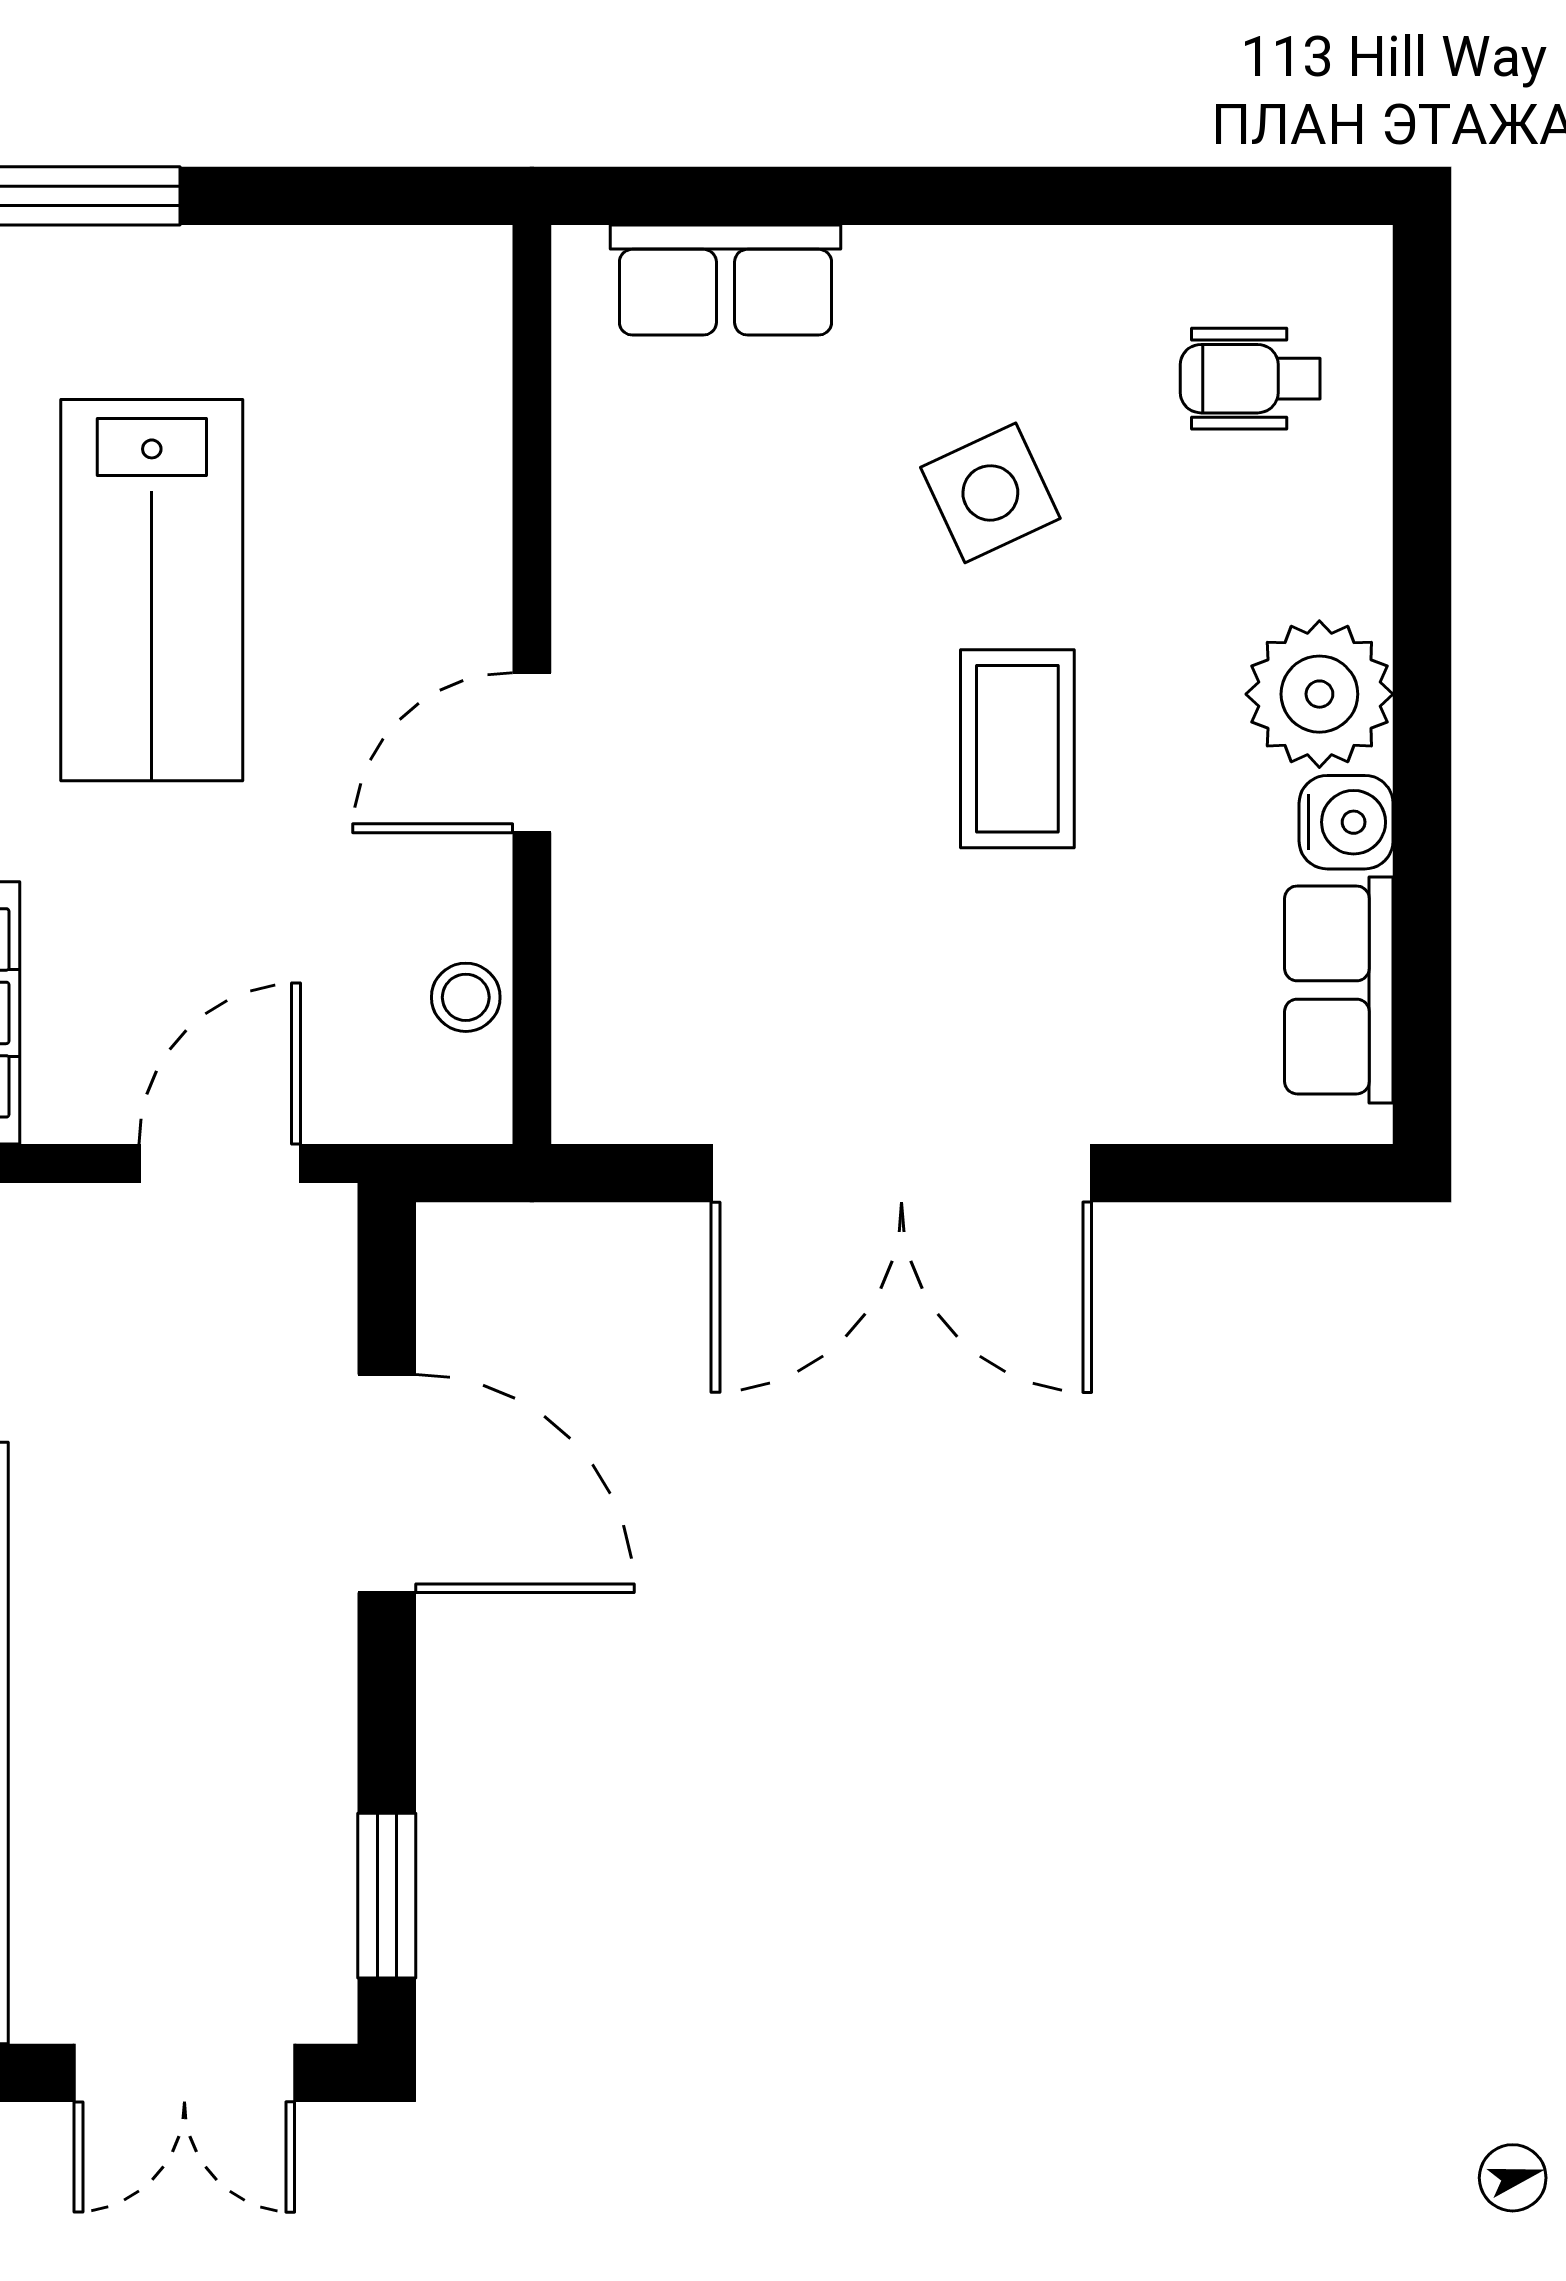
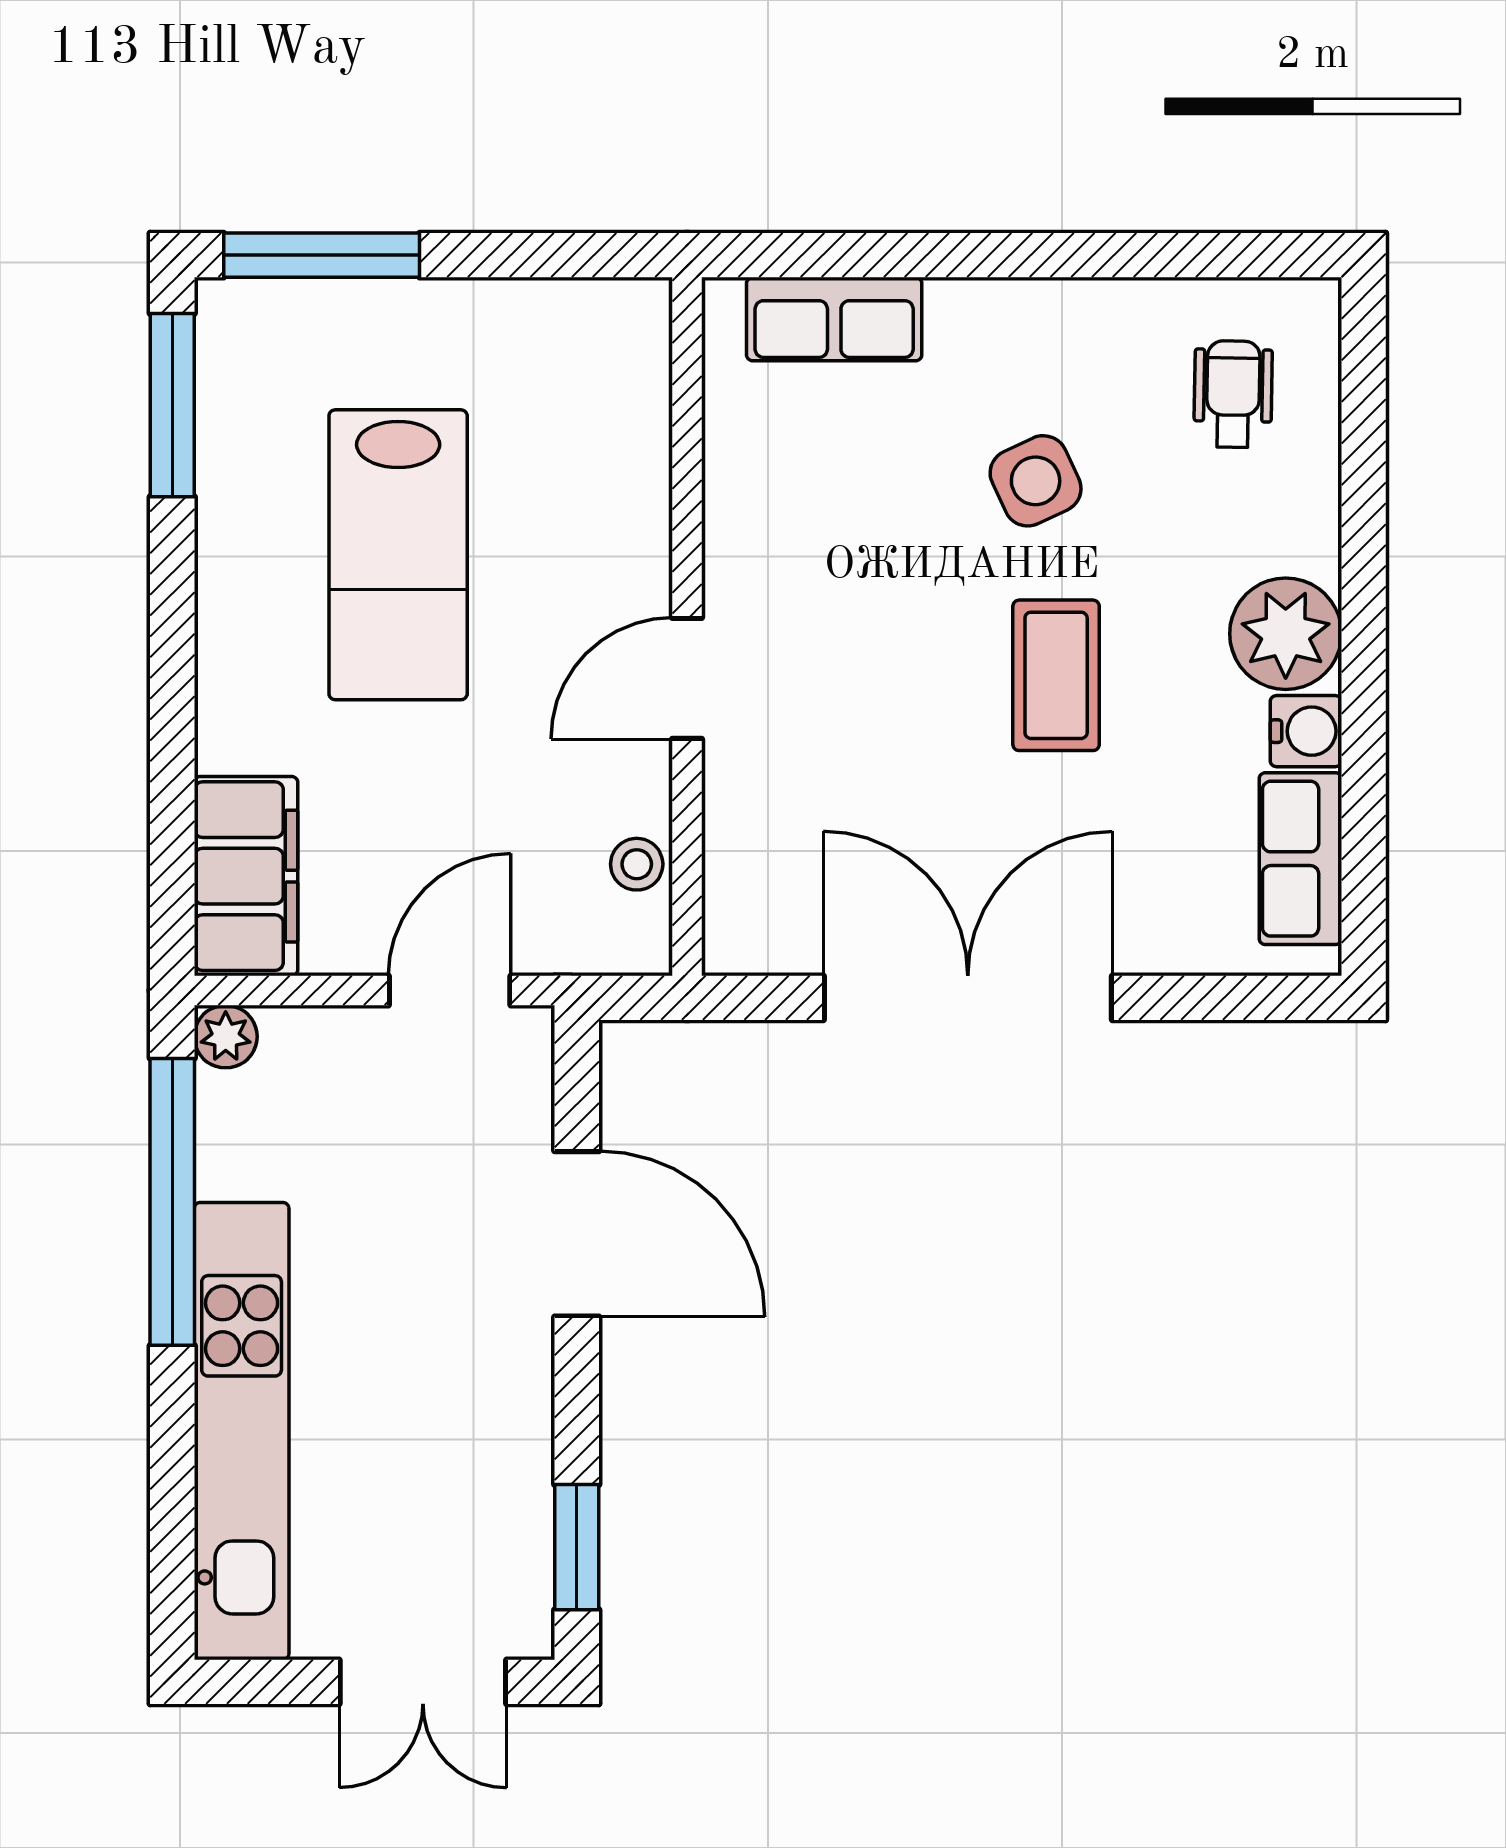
wheelchair: (1250, 379) -> (1233, 394), turned 91
double door: (901, 1173) -> (968, 998), swing flipped

